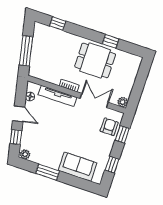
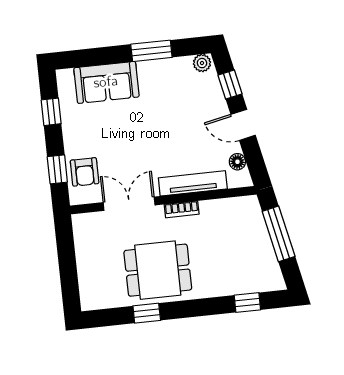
double door: (94, 100) -> (129, 204), swing flipped
plant: (123, 102) -> (81, 223), removed

